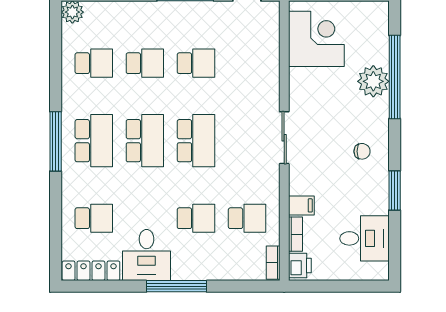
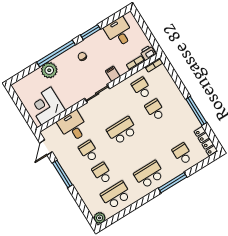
school desk: (94, 63) -> (116, 195), width x1.85
window: (395, 77) -> (56, 53), moved
window: (56, 141) -> (173, 183), moved
school desk: (145, 141) -> (136, 153), removed
filing cabinet: (301, 205) -> (113, 74), moved
desk: (147, 255) -> (73, 126), moved, turned -90
window: (177, 286) -> (196, 111), moved

